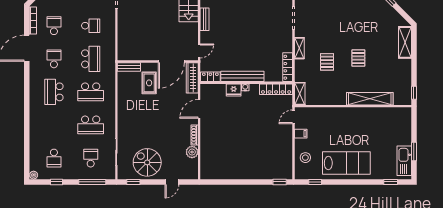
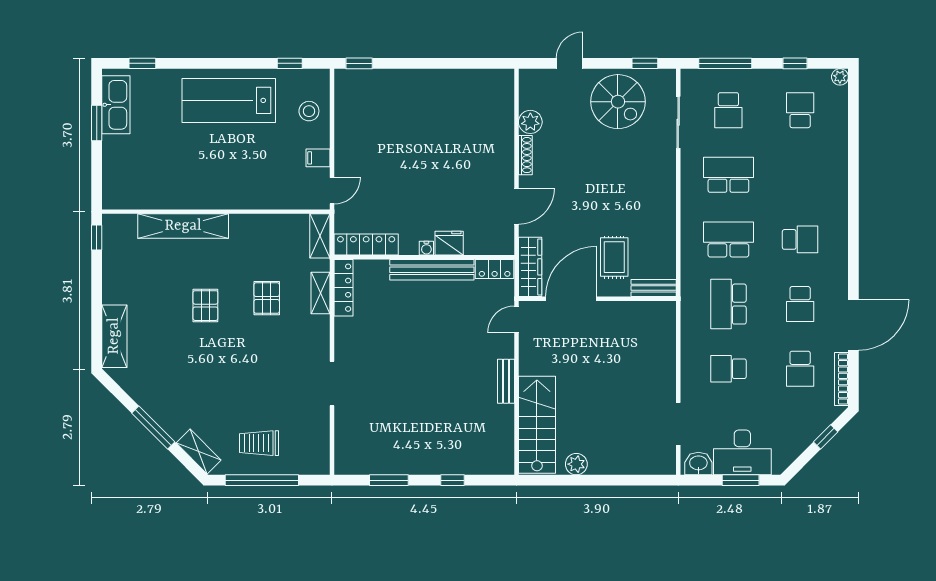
shelving: (299, 48) -> (321, 293), moved
school desk: (54, 92) -> (800, 239), width x0.54

